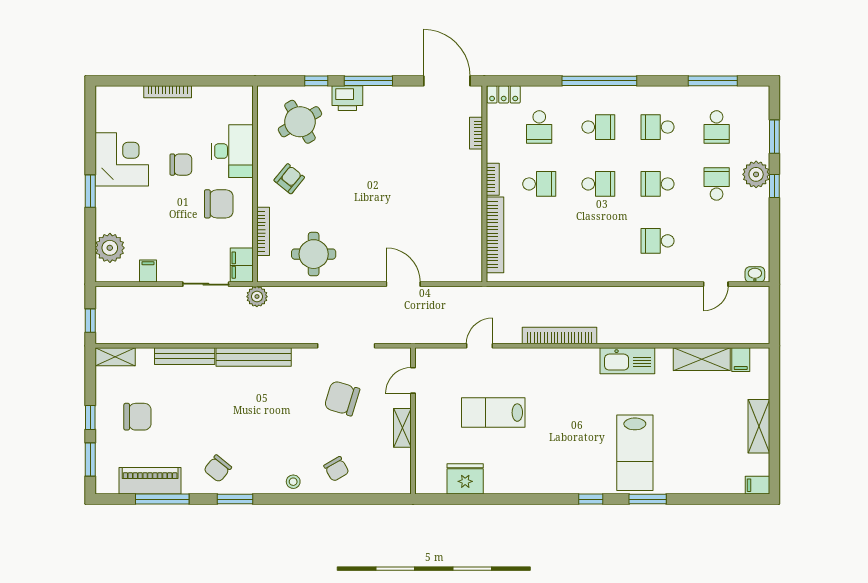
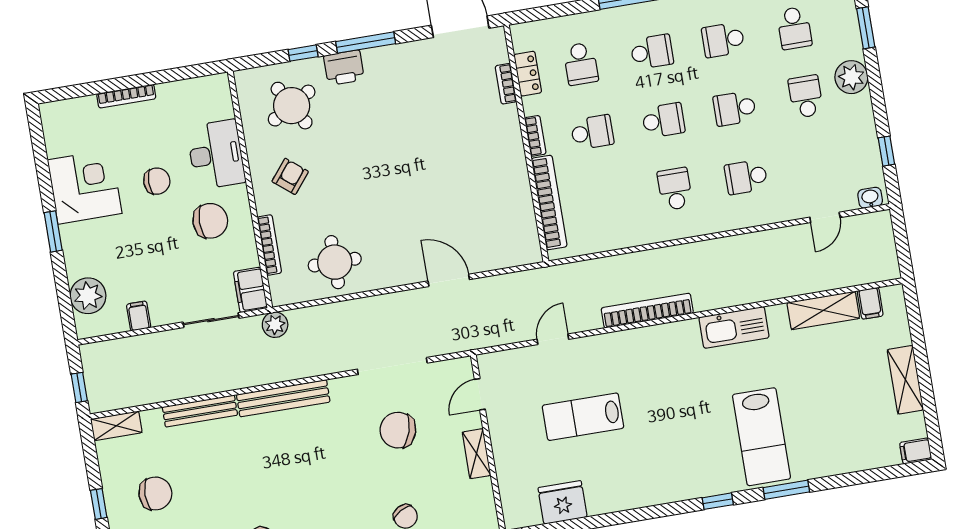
locker: (504, 94) -> (528, 74), moved, turned -90
window: (774, 186) -> (886, 151), moved
school desk: (598, 241) -> (675, 189), added

